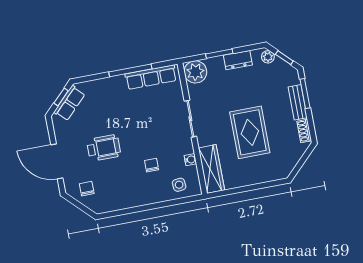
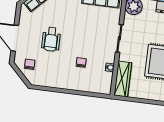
wheelchair: (104, 148) -> (51, 39), turned 90
side table: (179, 185) -> (96, 83), removed

